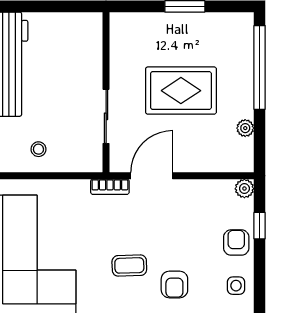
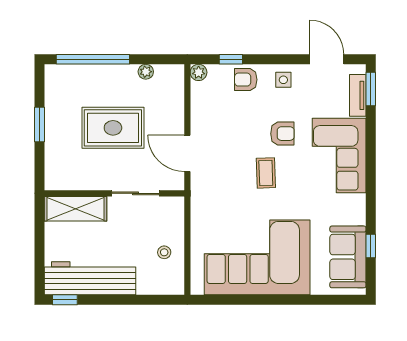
shelving: (88, 48) -> (75, 209), added
rug: (181, 91) -> (113, 128), turned 90
bookcase: (110, 187) -> (197, 190), removed

